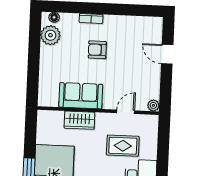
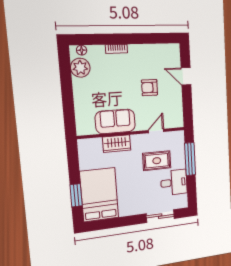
armchair: (97, 50) -> (150, 88), moved
plant: (153, 105) -> (179, 122), removed
window: (163, 150) -> (190, 159), added

